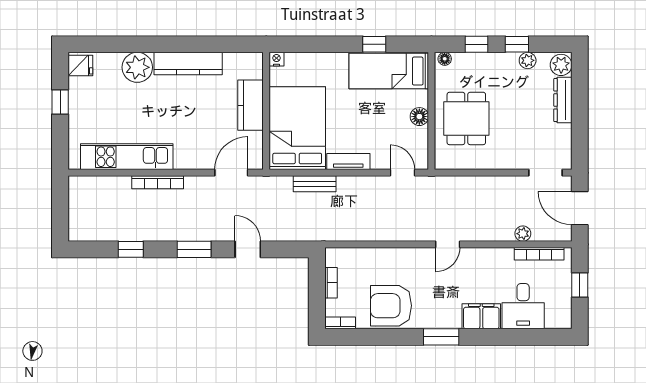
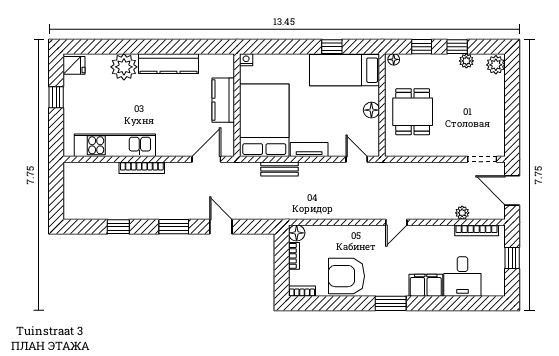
dresser: (563, 100) -> (497, 96), removed
floor lamp: (334, 257) -> (297, 233), added

